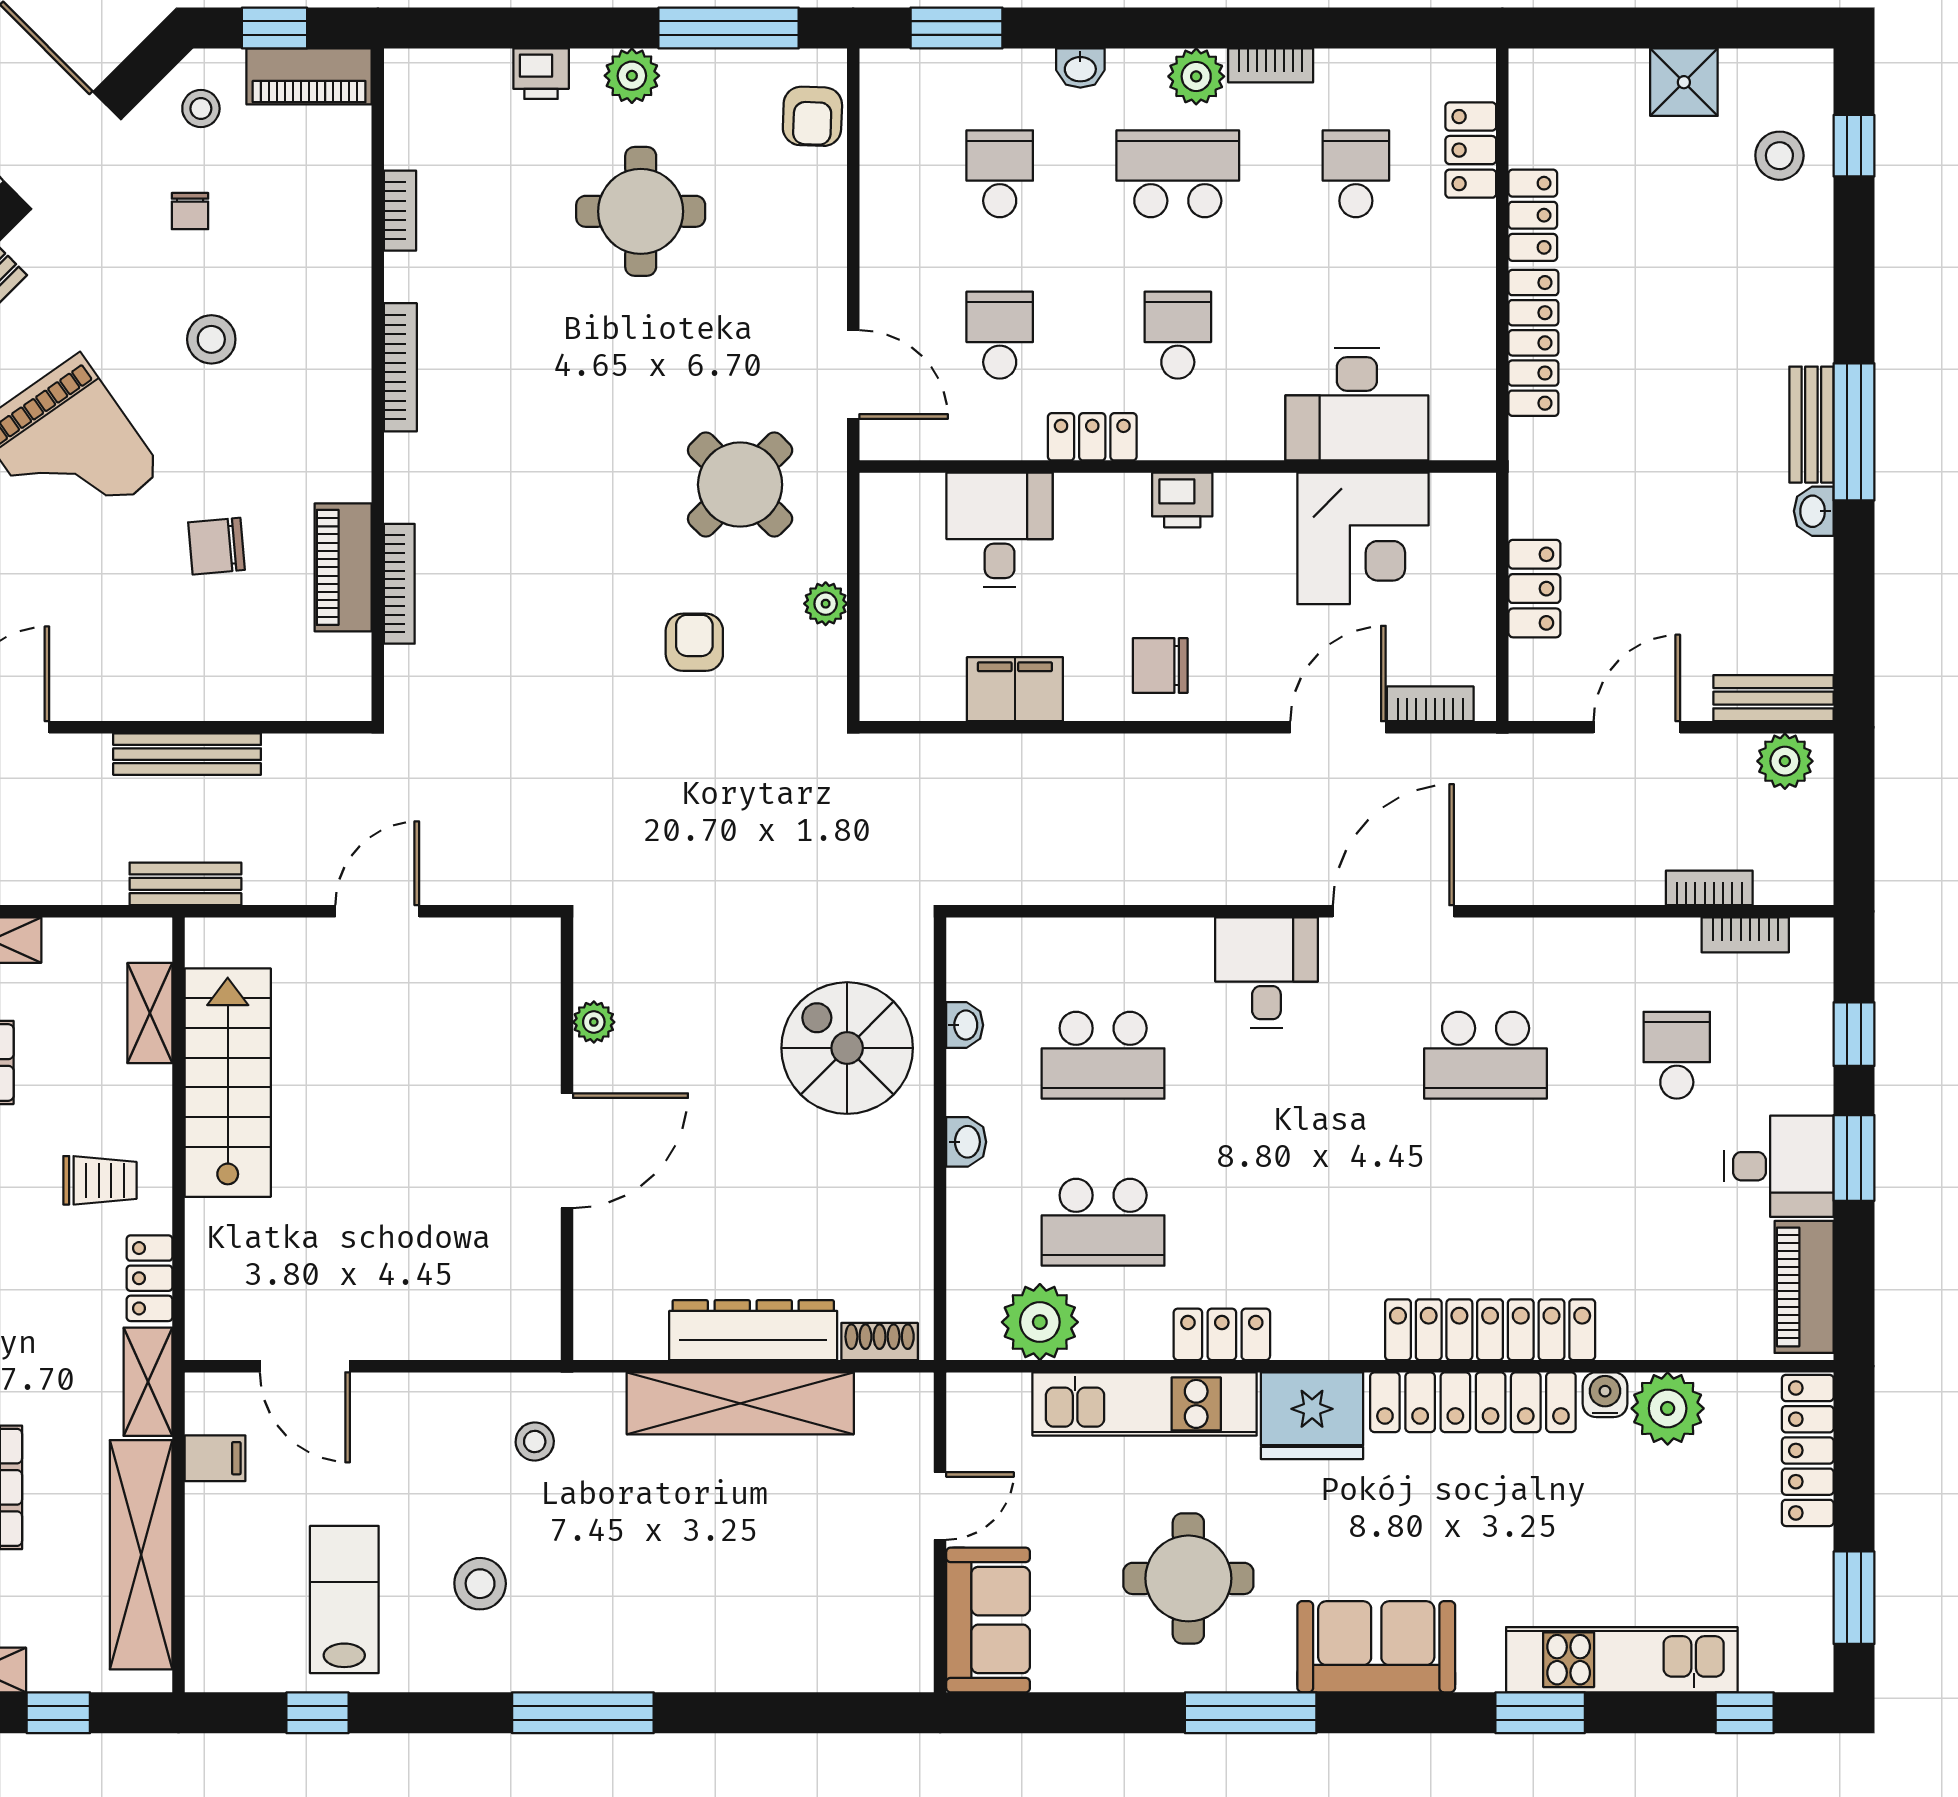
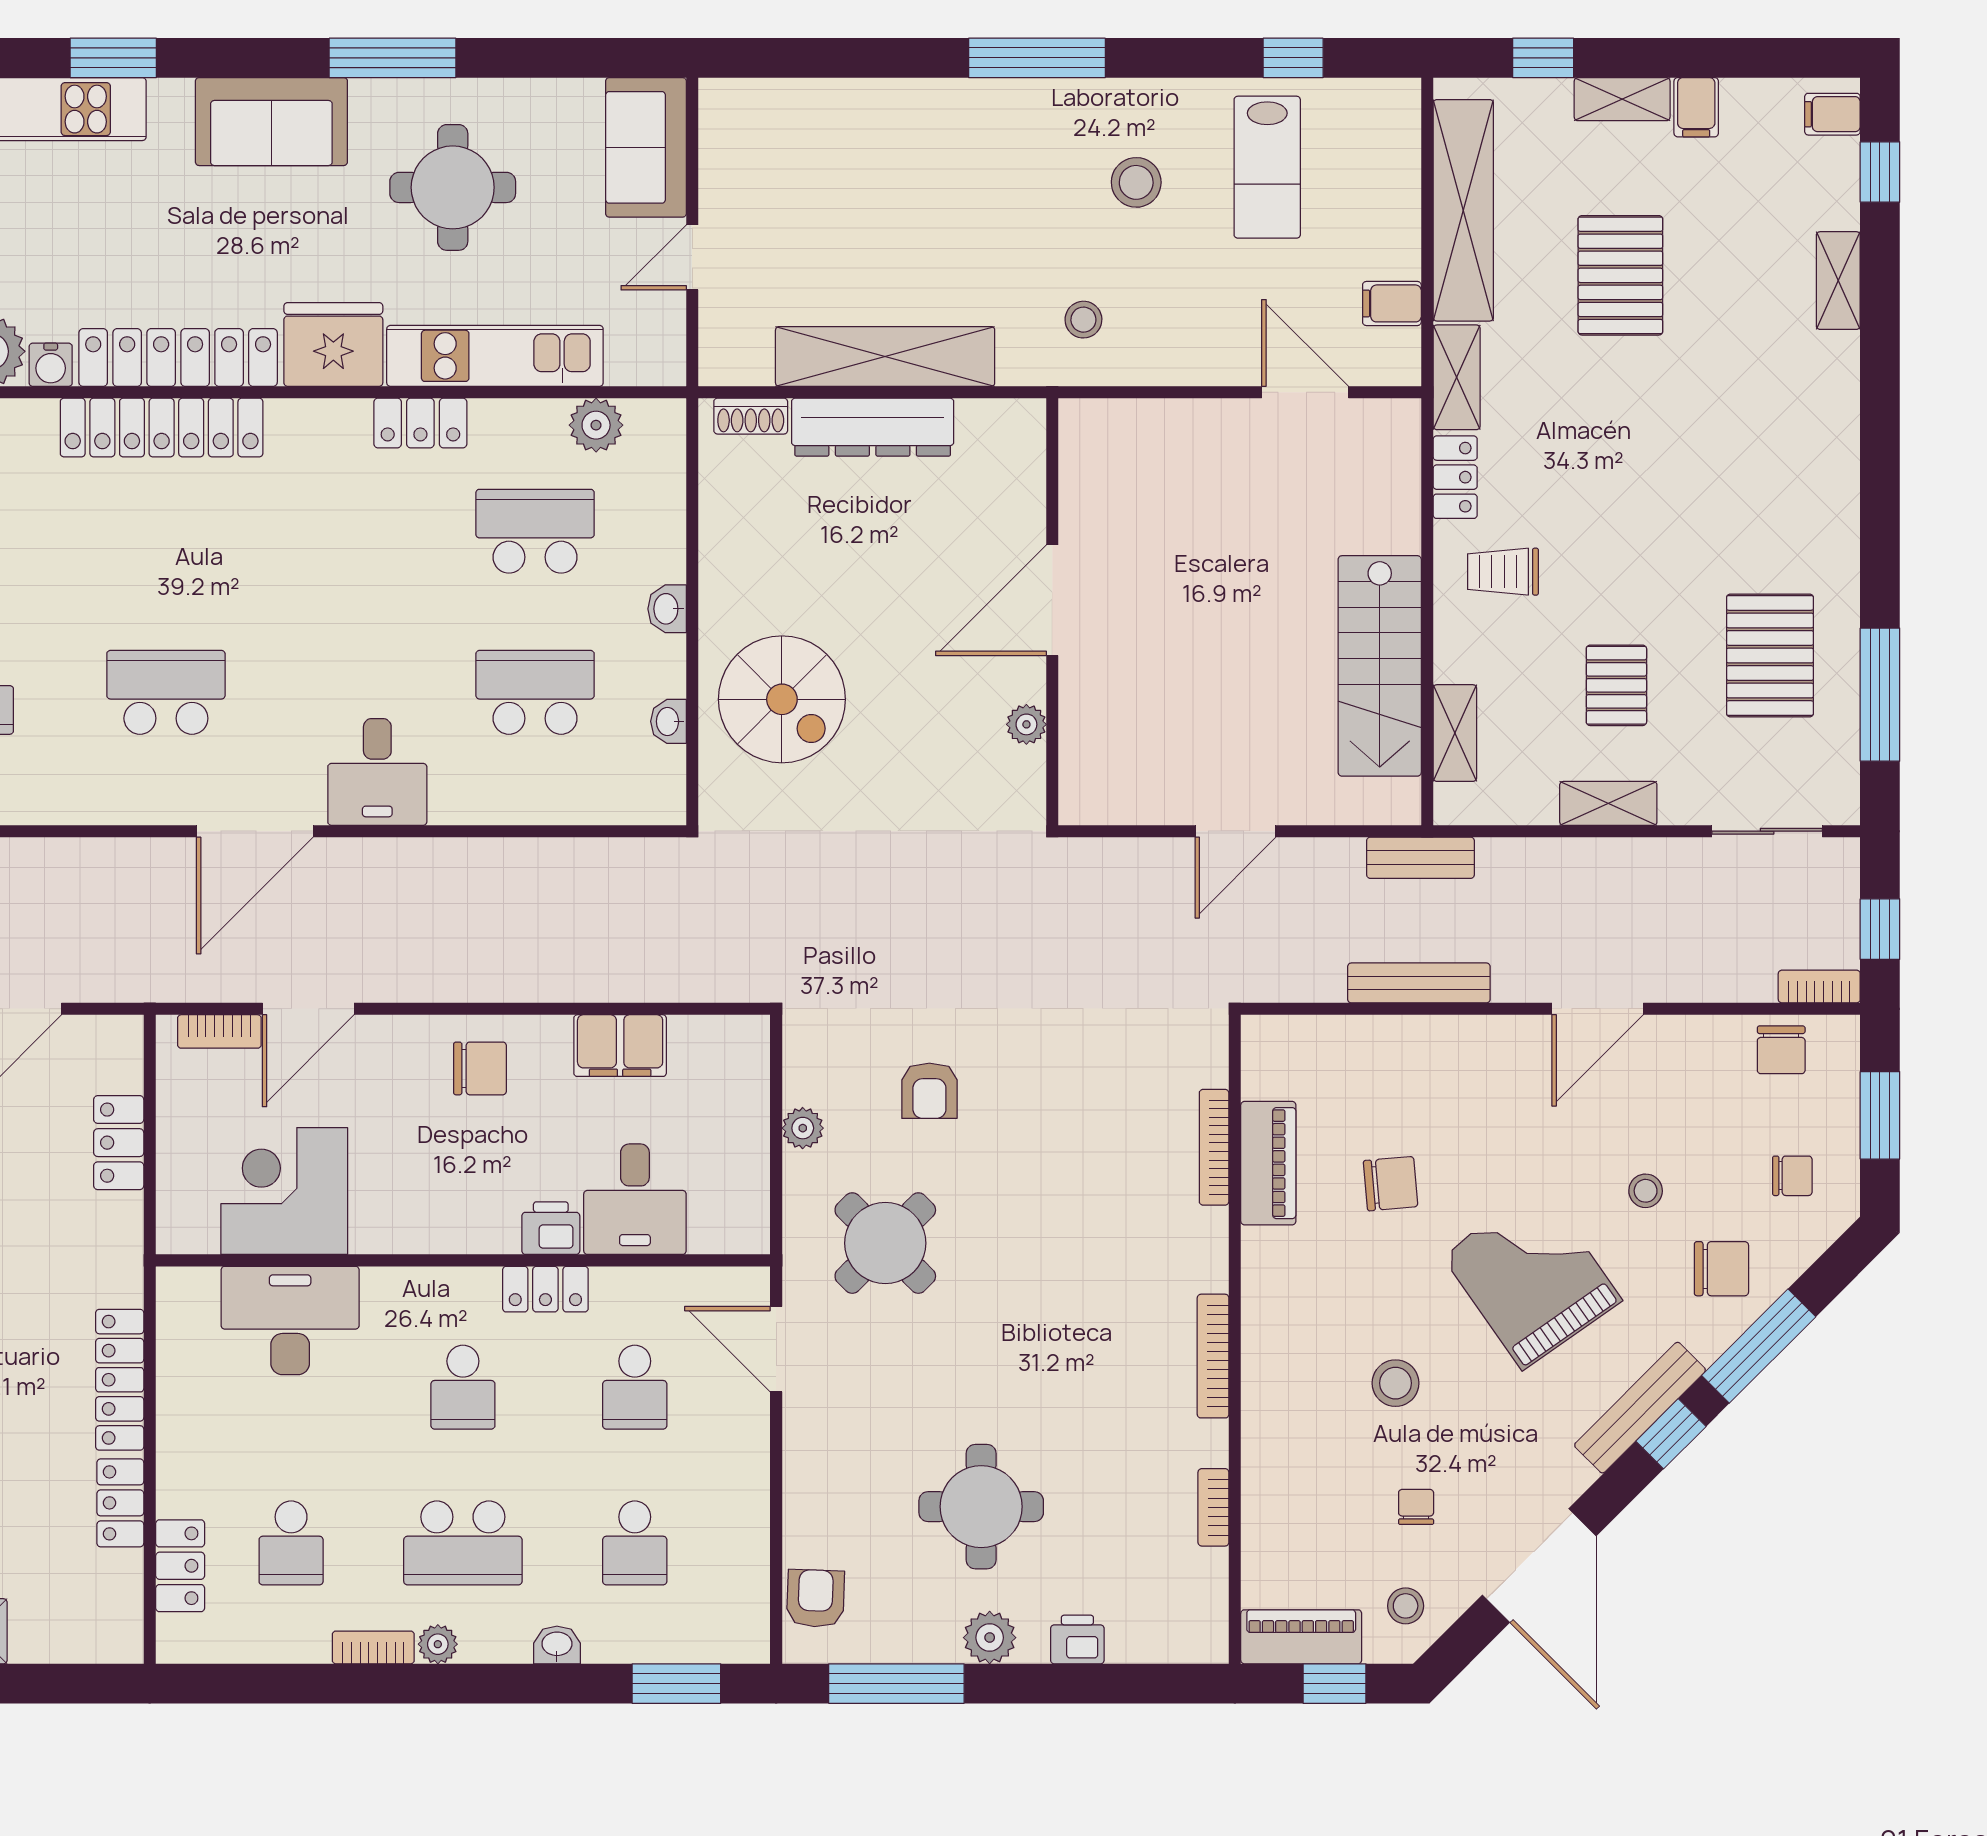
plant: (1196, 76) -> (438, 1644), width x0.73, depth x0.73
printer: (1182, 500) -> (551, 1228), moved
plant: (1040, 1322) -> (596, 425), width x0.73, depth x0.73

